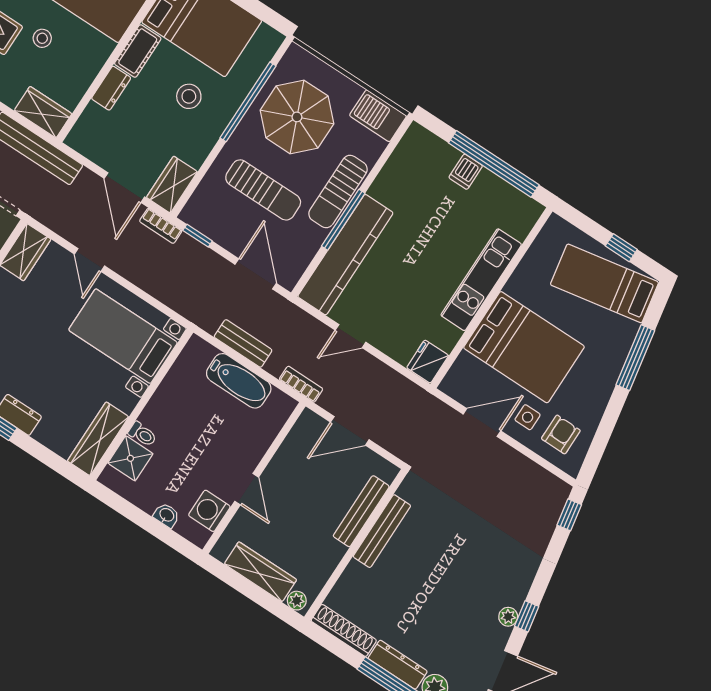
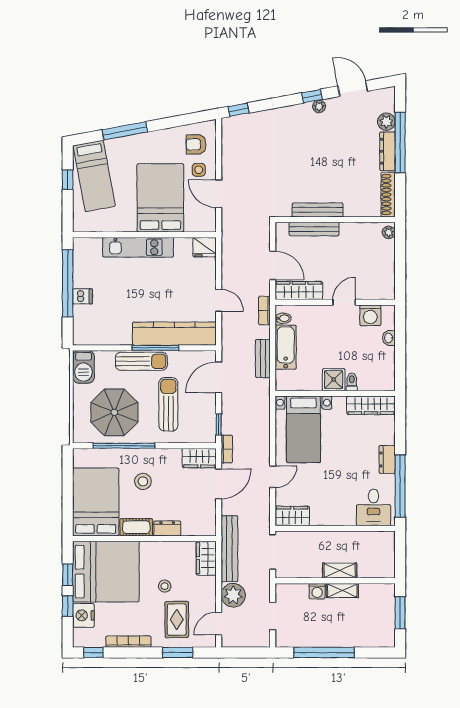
bidet: (276, 401) -> (283, 318), added
shower: (130, 458) -> (334, 380), moved
wardrobe: (260, 572) -> (299, 291), moved, turned 90

